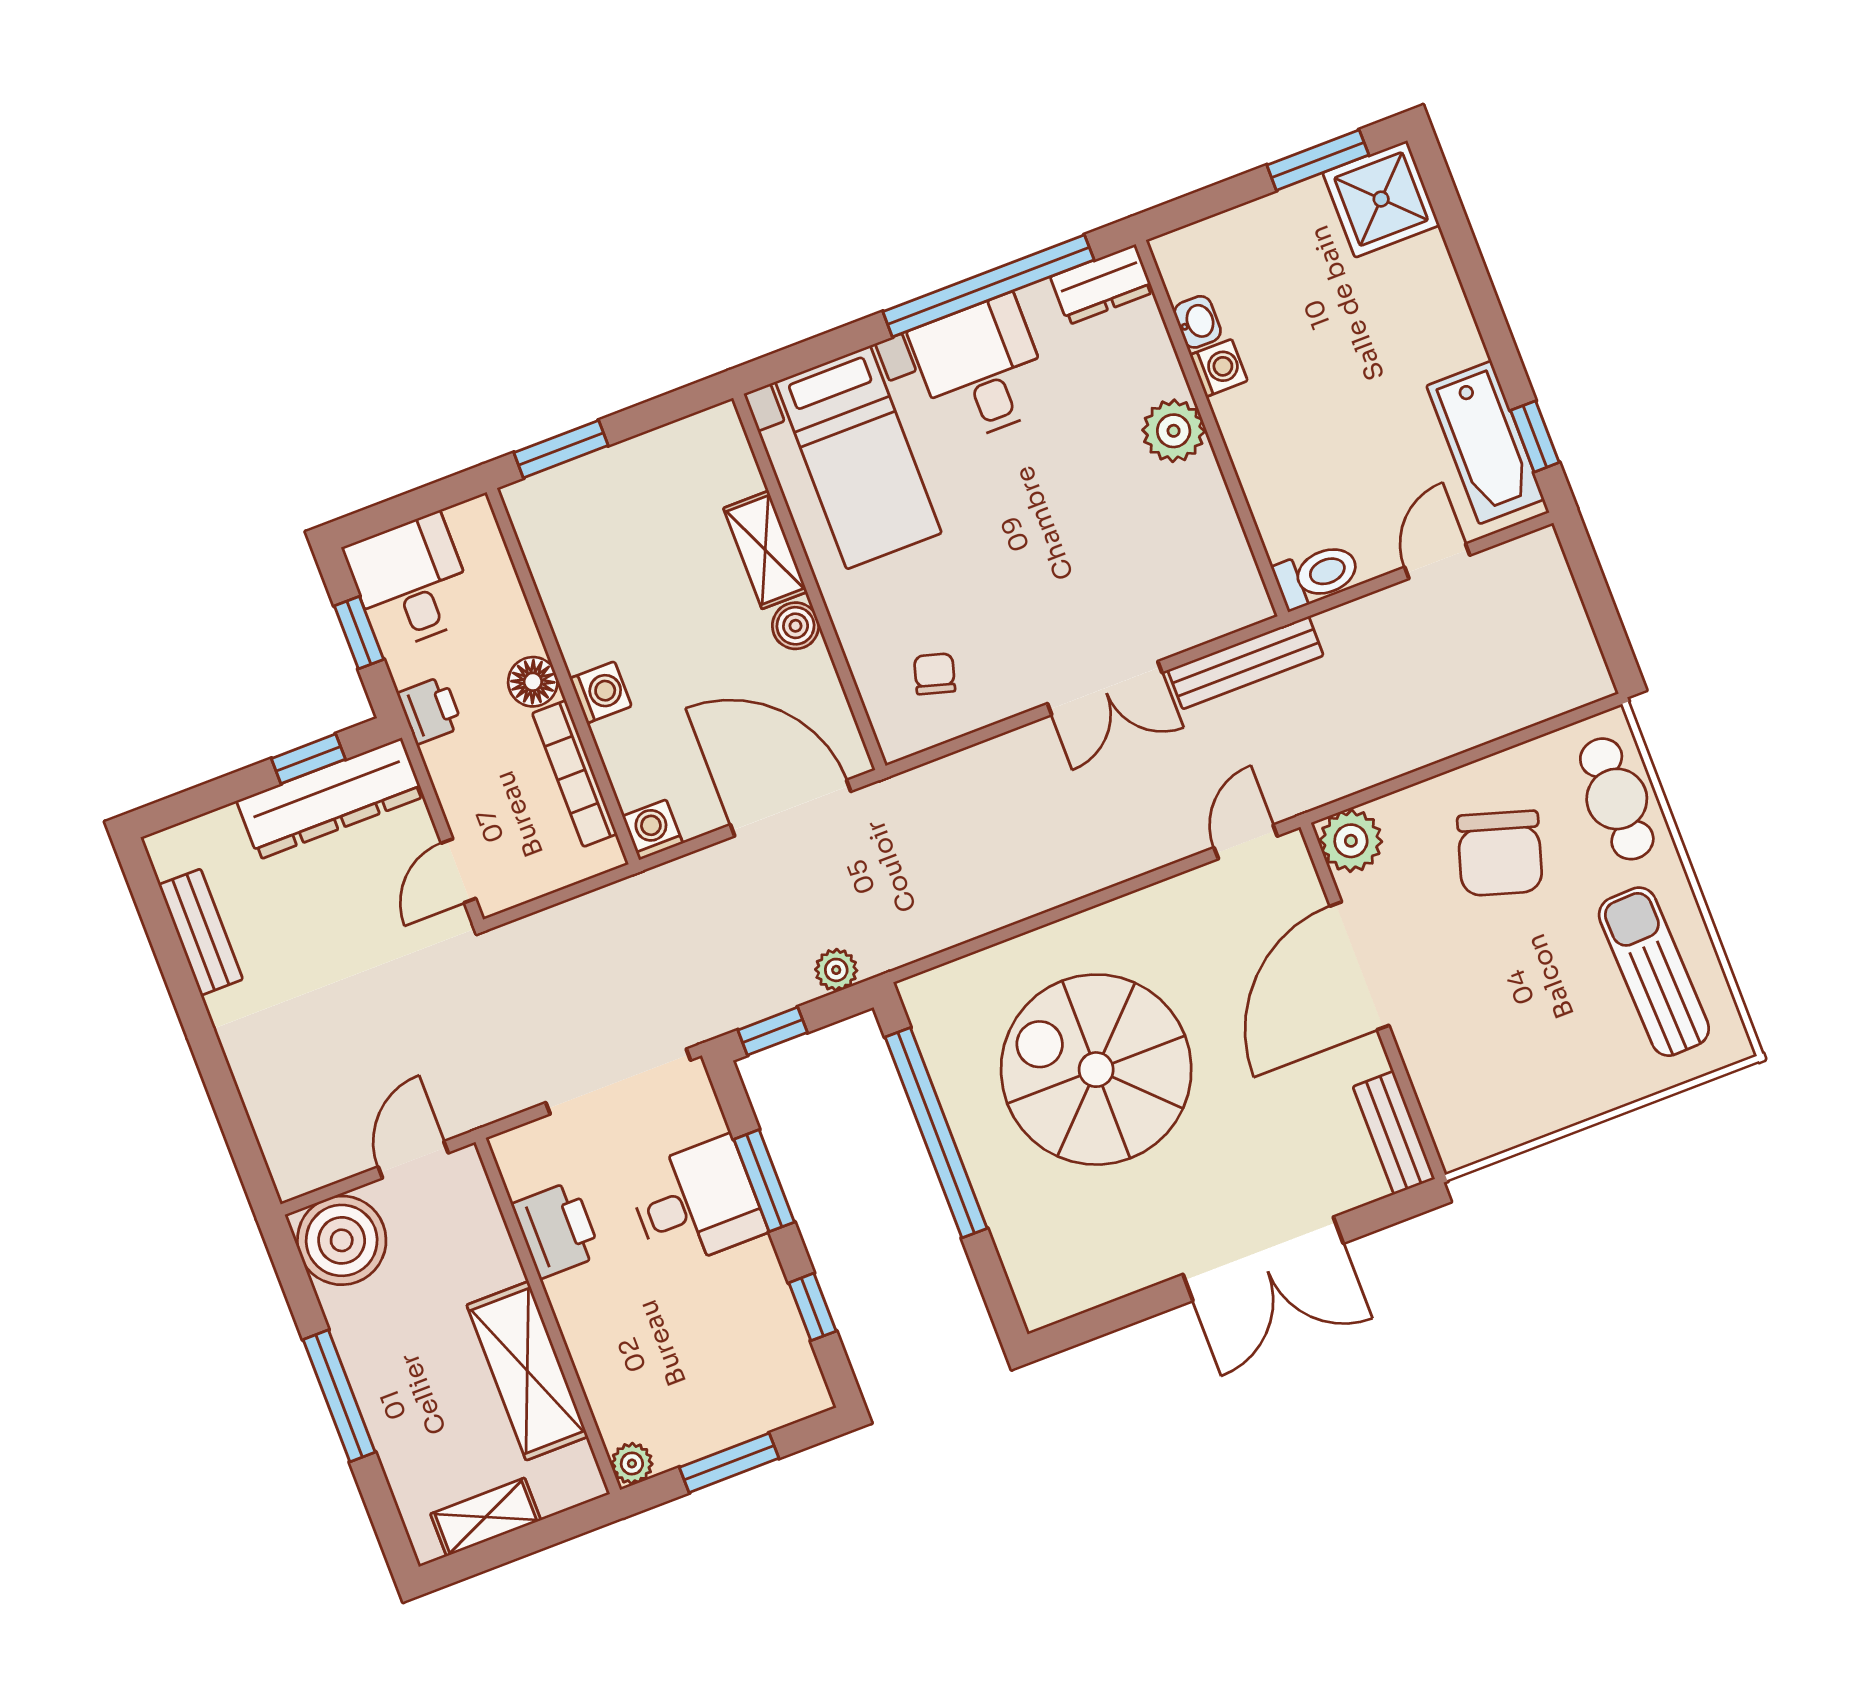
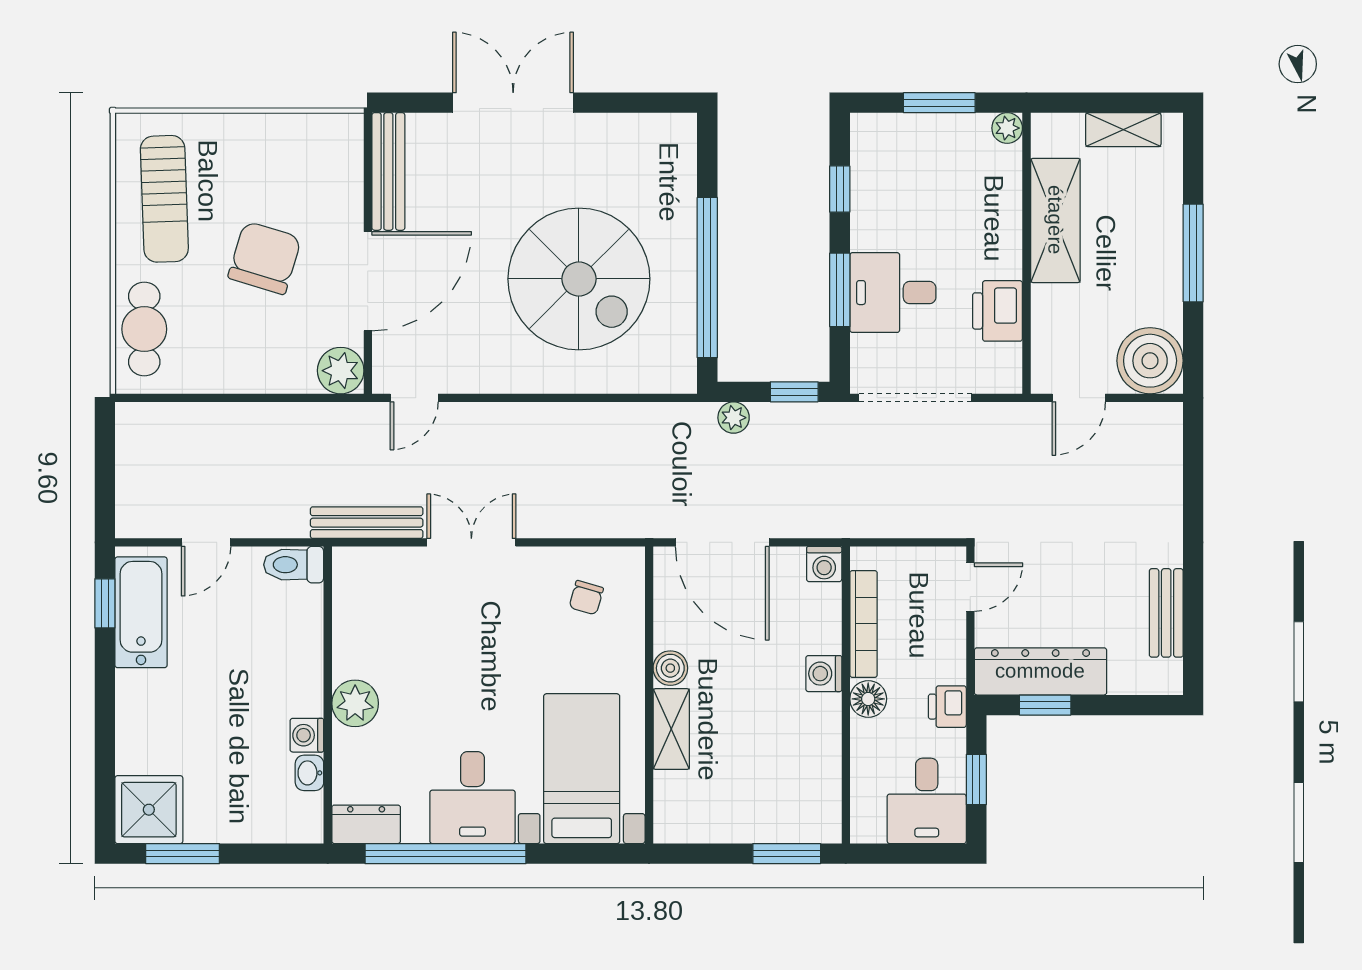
chair: (1500, 853) -> (265, 258), moved
bench: (1394, 1133) -> (388, 171), width x1.36

